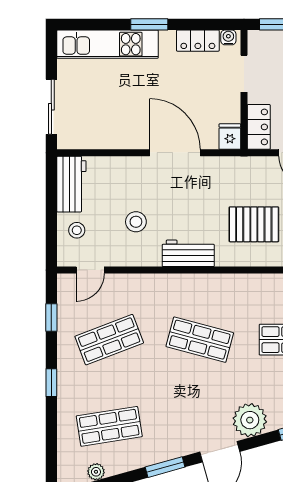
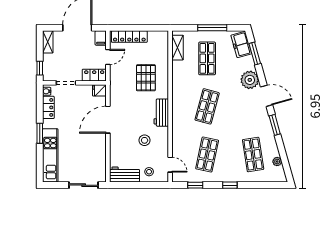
shop shelf: (109, 340) -> (207, 154), turned 33

